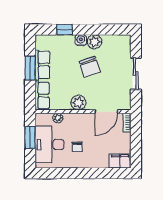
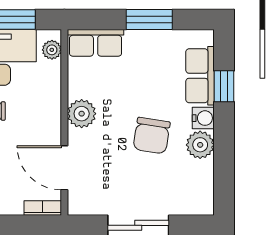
row of seats: (42, 65) -> (200, 76), moved, turned 90
chair: (90, 67) -> (152, 136), turned -62
plant: (58, 118) -> (52, 50), moved

